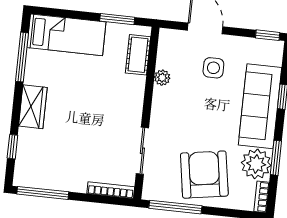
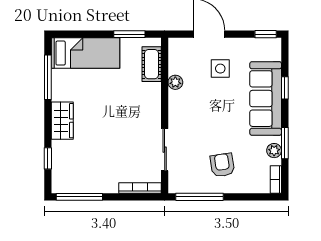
plant: (256, 164) -> (274, 151), width x0.53, depth x0.53
armchair: (204, 175) -> (222, 165), width x0.53, depth x0.53

